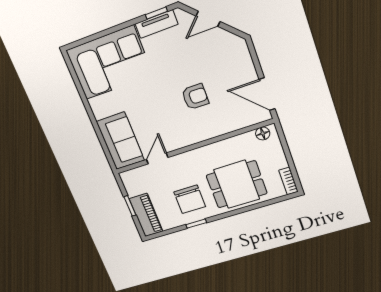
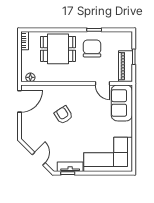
door: (208, 19) -> (39, 159), hinge flipped
door: (267, 94) -> (20, 101), hinge flipped
armchair: (195, 97) -> (63, 115), turned 57
door: (157, 158) -> (102, 83), hinge flipped
piano: (146, 215) -> (125, 66), moved

